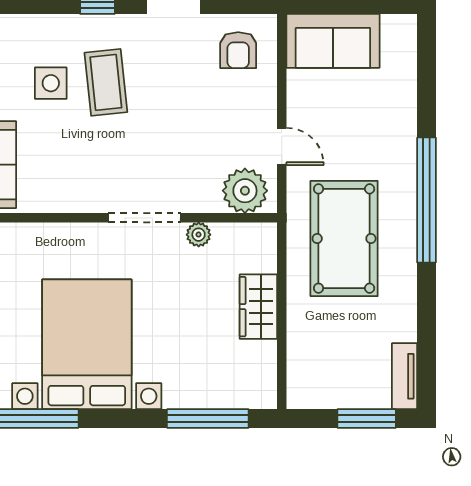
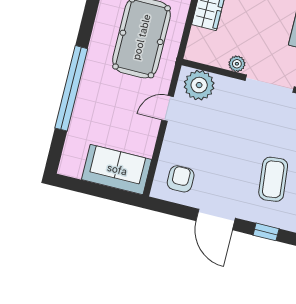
door: (282, 146) -> (168, 108), hinge flipped
window: (426, 200) -> (71, 88), moved

